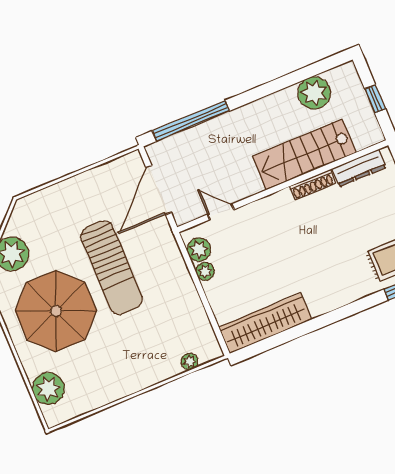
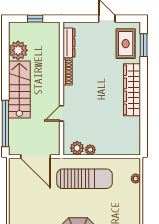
stairs: (304, 154) -> (19, 89), moved, turned 180
door: (221, 212) -> (62, 113), moved
sun lounger: (112, 268) -> (85, 179), moved
wardrobe: (265, 323) -> (132, 90), moved

